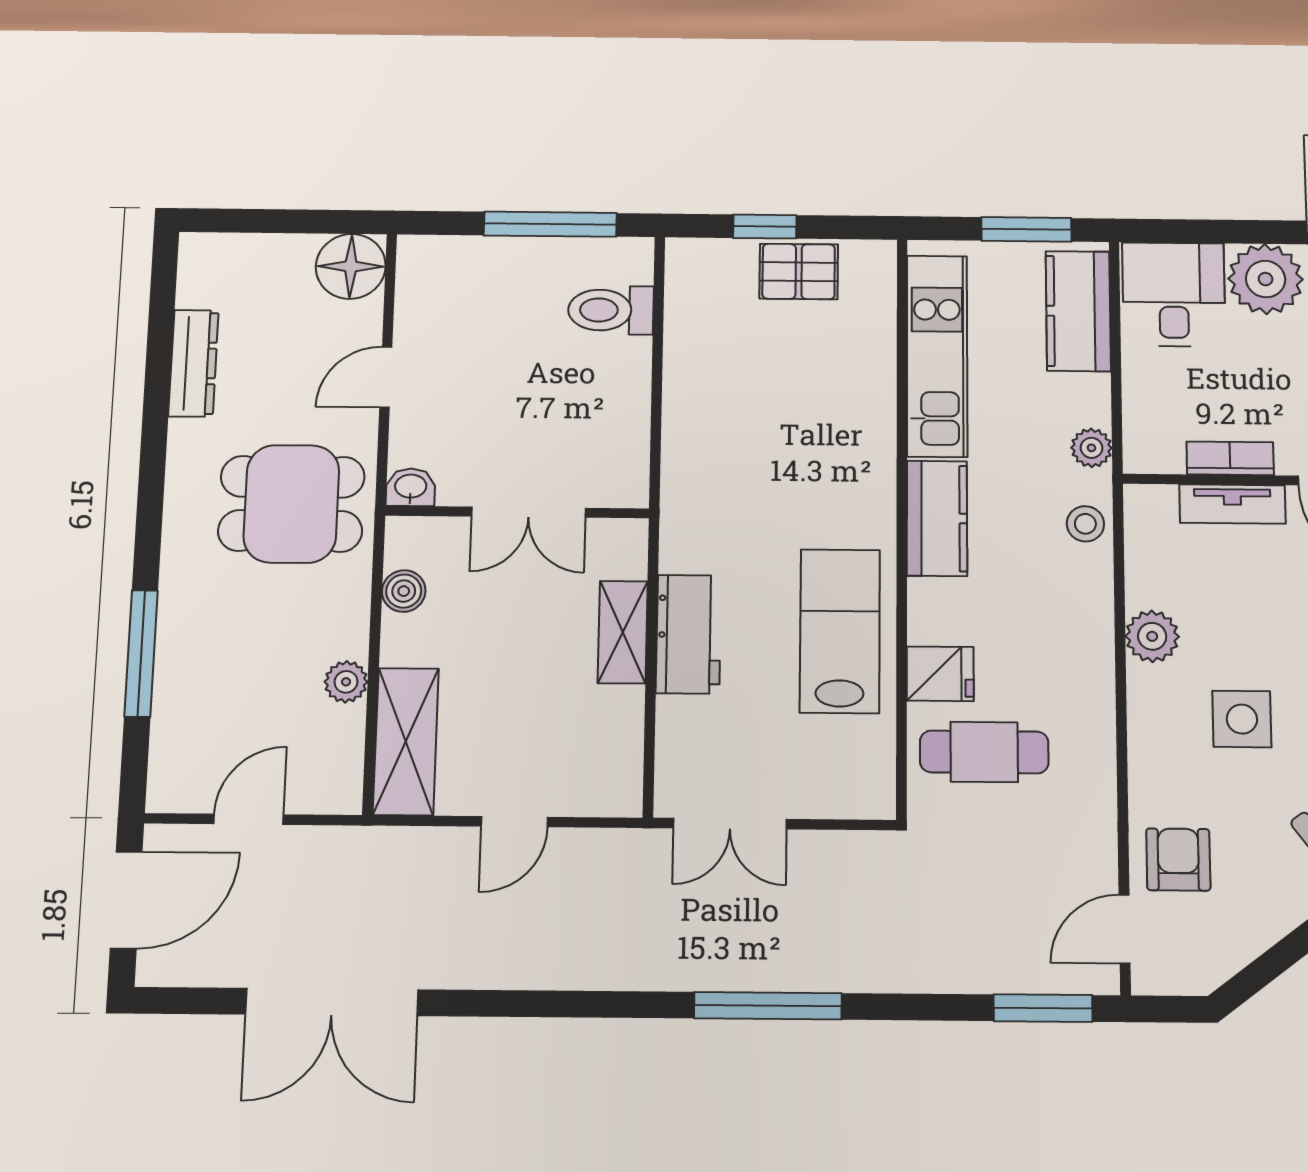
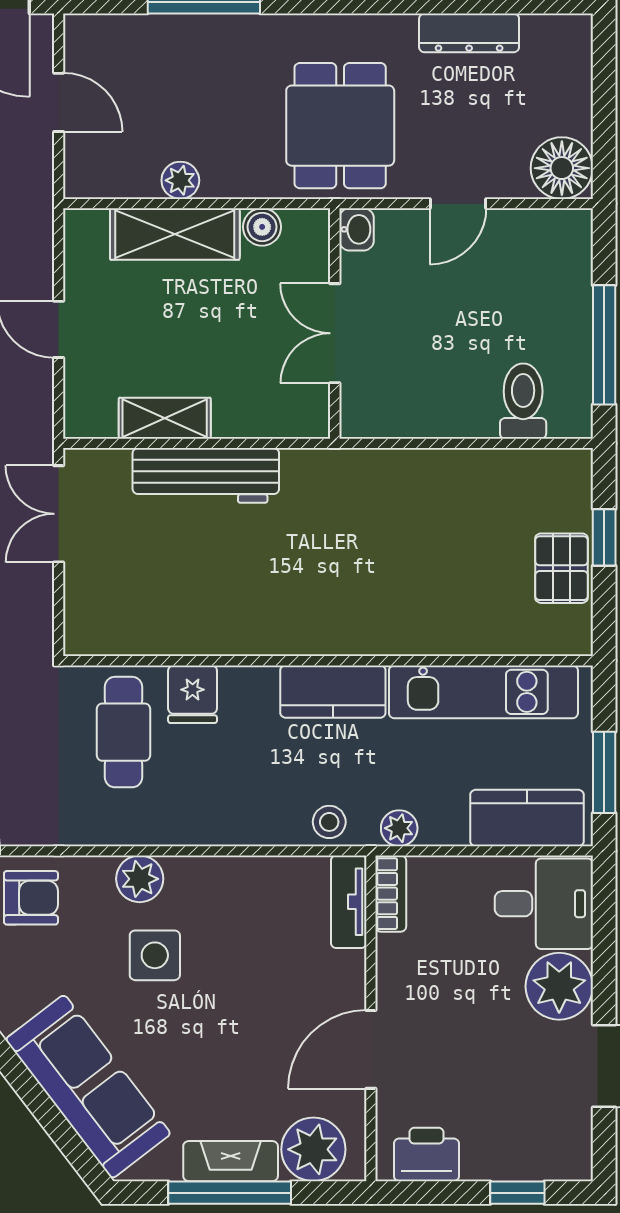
door: (386, 377) -> (458, 204), swing flipped
bookcase: (1230, 458) -> (391, 894), moved
tv unit: (1232, 504) -> (349, 902), moved
lab bench: (840, 631) -> (230, 607), removed
shelving: (623, 632) -> (165, 418), moved
workbench: (688, 634) -> (206, 475), width x1.37
plant: (1152, 636) -> (140, 879), moved
shelving: (406, 742) -> (175, 234), moved

